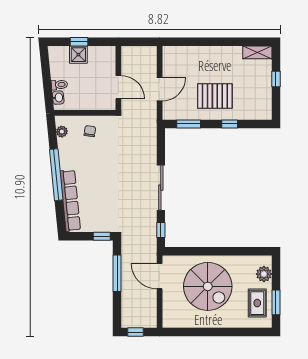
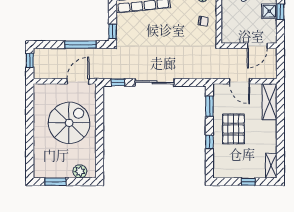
shelving: (183, 54) -> (270, 102), added
door: (118, 87) -> (257, 46), moved
spiral stairs: (208, 286) -> (69, 123), turned 180
rug: (257, 303) -> (55, 166), removed

